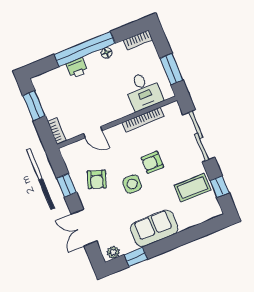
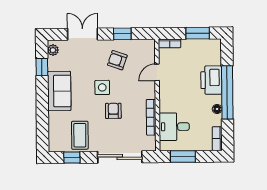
printer: (77, 68) -> (211, 80), width x1.87, depth x1.48

